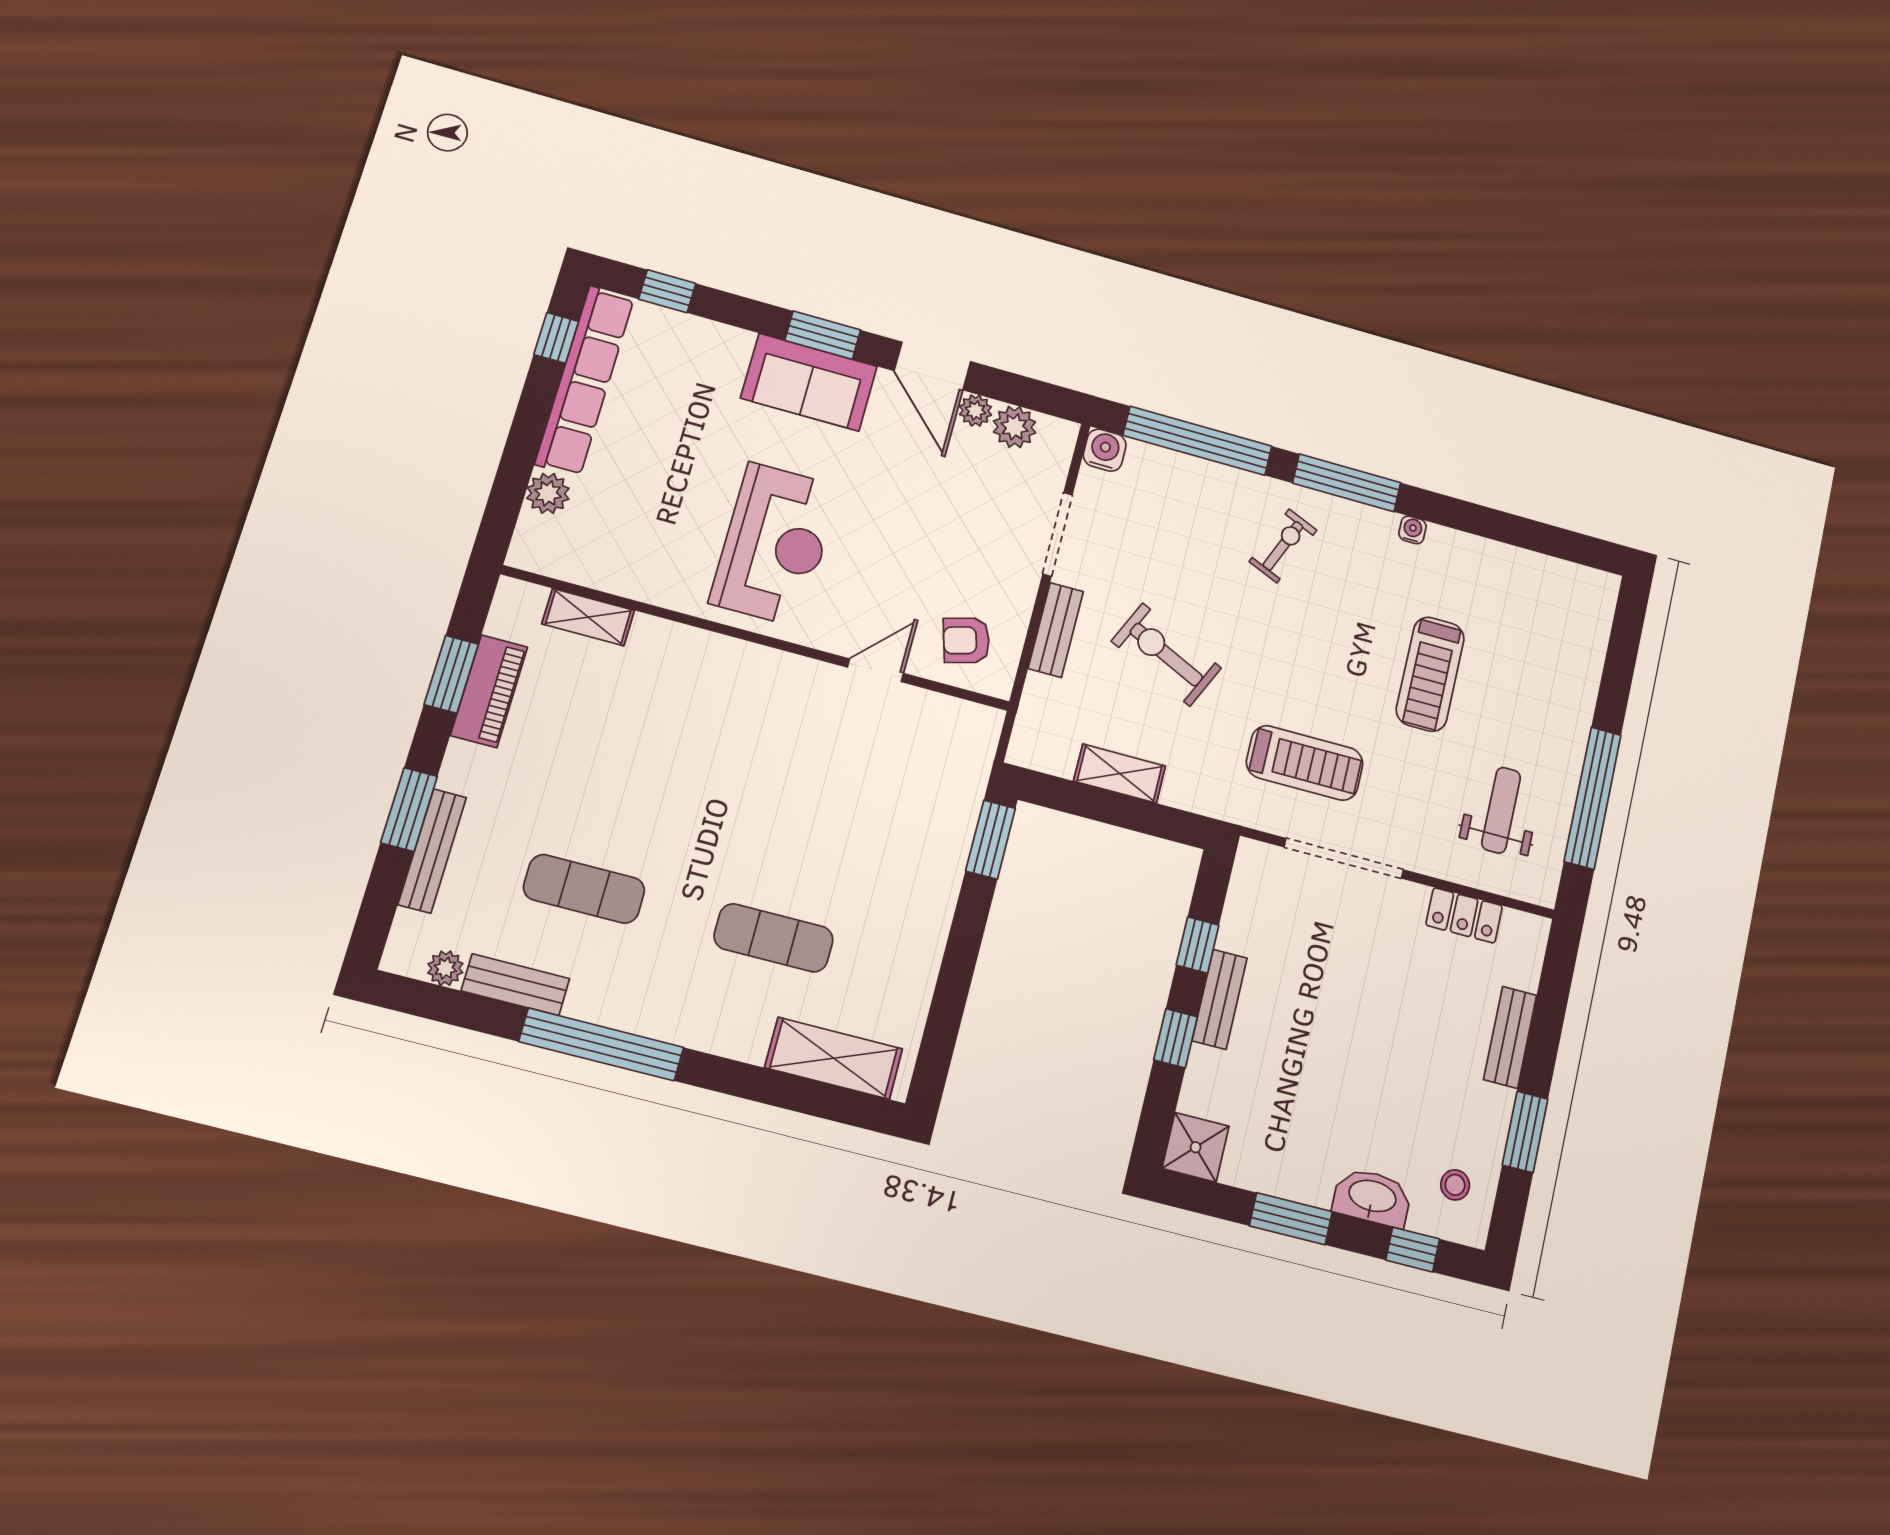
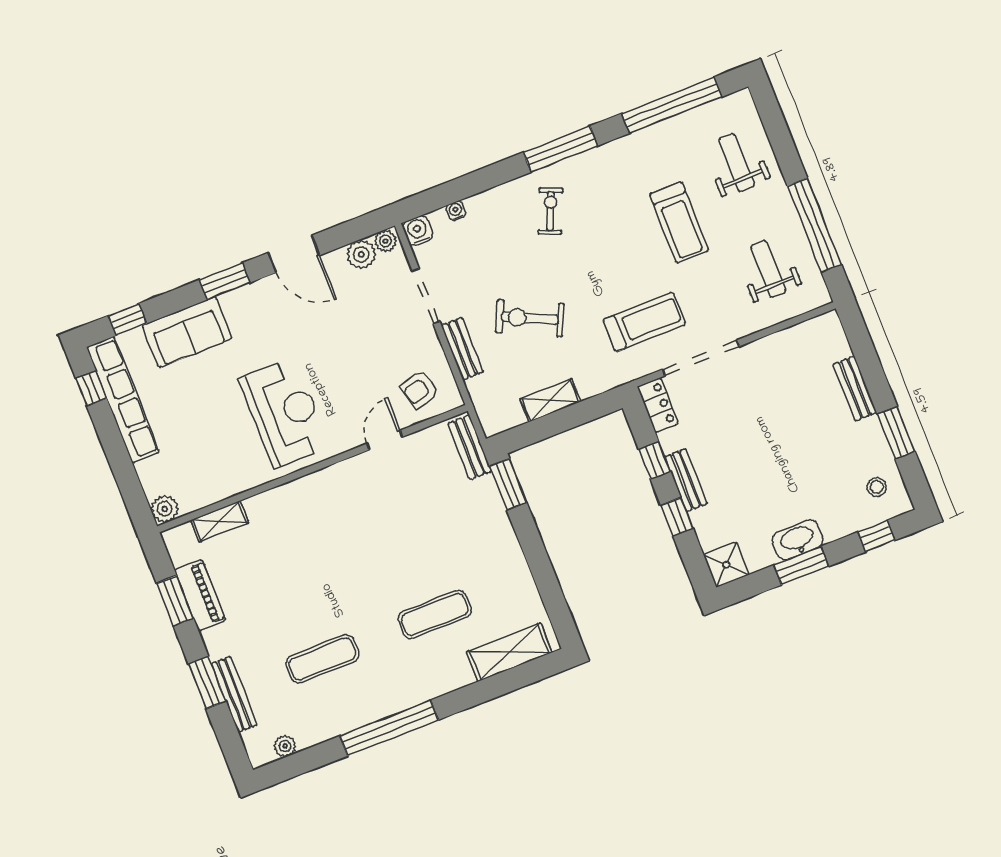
sofa: (809, 382) -> (187, 332), moved
plant: (975, 411) -> (385, 241), moved
window: (1198, 441) -> (672, 105), moved
plant: (548, 493) -> (165, 509), moved
water cooler: (1413, 530) -> (456, 211), moved
weight bench: (1548, 654) -> (736, 163), added
locker: (1464, 915) -> (658, 405), moved, turned -90
bench: (515, 985) -> (470, 447), moved, turned 90
washbasin: (1372, 1197) -> (798, 540), moved

